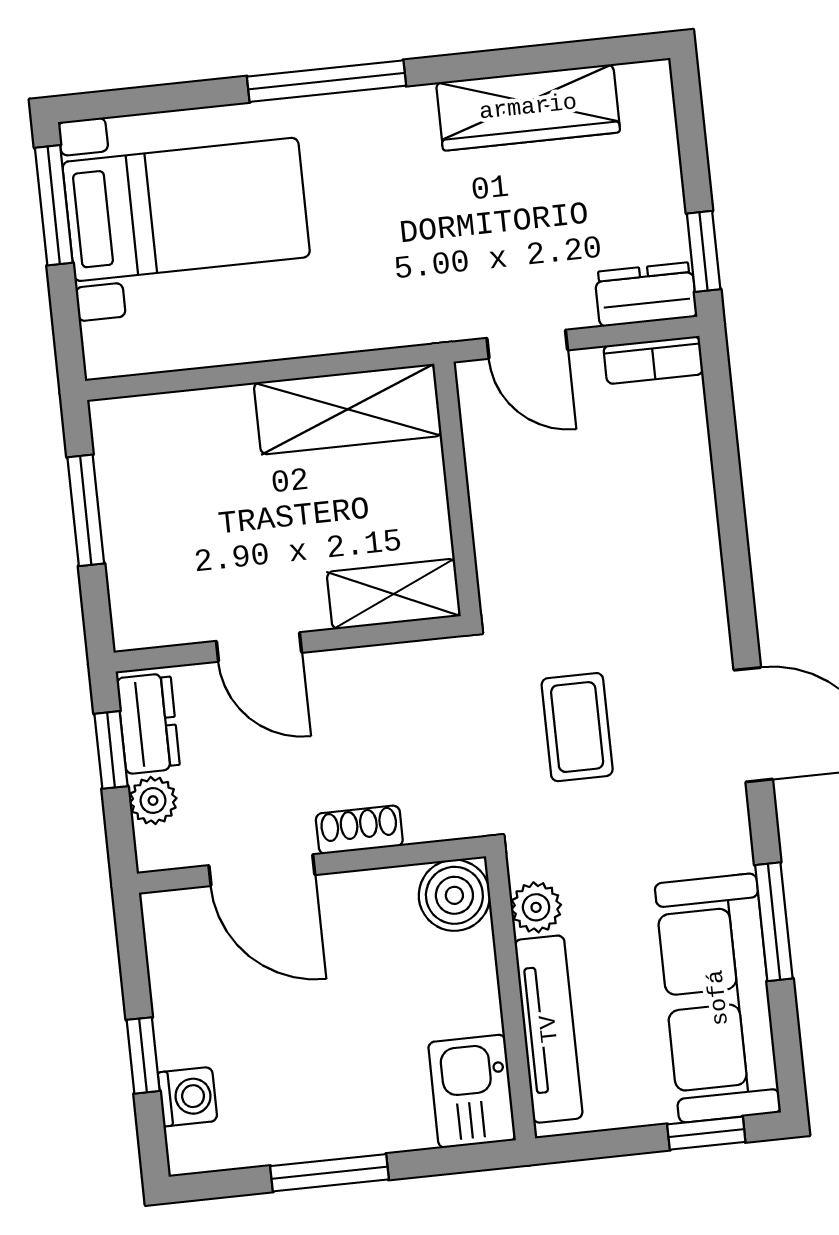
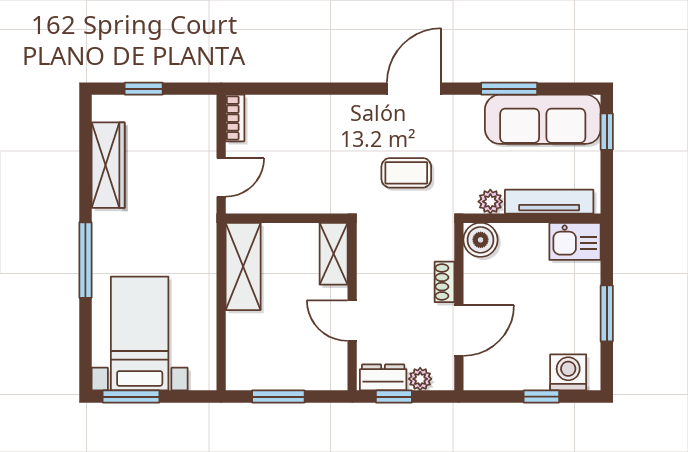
window: (704, 251) -> (144, 89), moved
dresser: (646, 294) -> (203, 118), removed
door: (259, 647) -> (352, 321), swing flipped
washing machine: (188, 1097) -> (568, 372), width x1.38, depth x1.38

